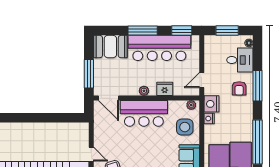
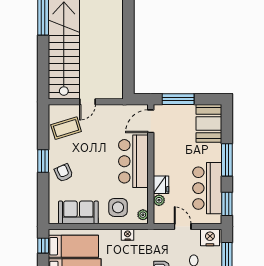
bar counter: (159, 48) -> (207, 188), width x0.73
door: (202, 80) -> (183, 226), moved
plant: (144, 91) -> (159, 200), moved
nightstand: (211, 104) -> (210, 238), moved

